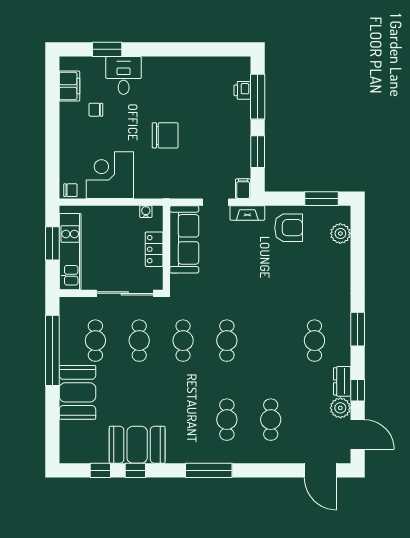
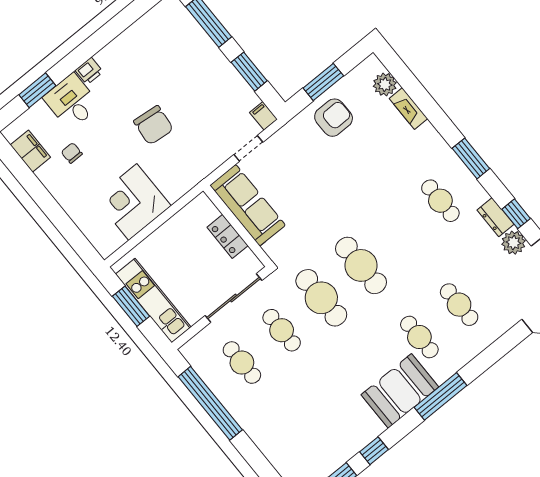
printer: (242, 90) -> (89, 71), moved, turned -90
chair: (96, 110) -> (72, 153), turned 90
chair: (165, 135) -> (153, 125), turned 96
chair: (70, 190) -> (108, 245), removed
window: (322, 199) -> (323, 82), moved
water cooler: (146, 212) -> (192, 208), removed
fireplace: (247, 213) -> (408, 108), moved, turned 90
cafe table: (183, 341) -> (321, 298), width x1.37, depth x1.35
cafe table: (227, 341) -> (361, 265), width x1.37, depth x1.35
booth: (77, 392) -> (264, 423), removed
booth: (137, 445) -> (400, 391), moved

